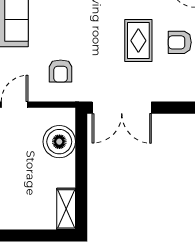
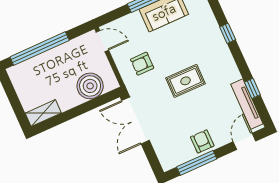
rug: (138, 41) -> (186, 81), moved

